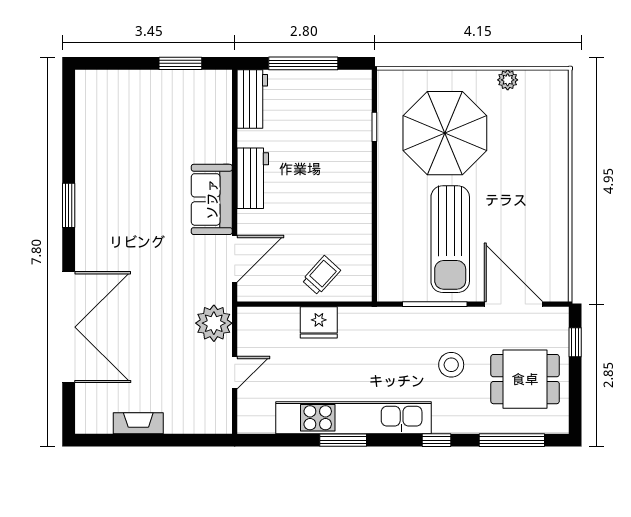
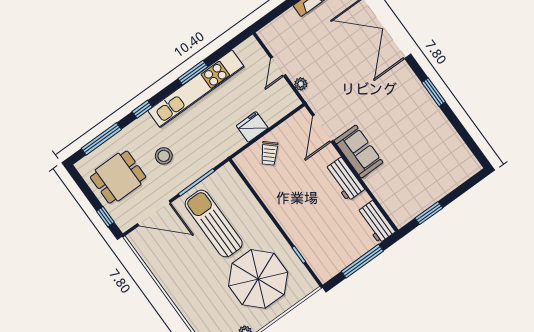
plant: (214, 323) -> (301, 84), width x0.53, depth x0.53

